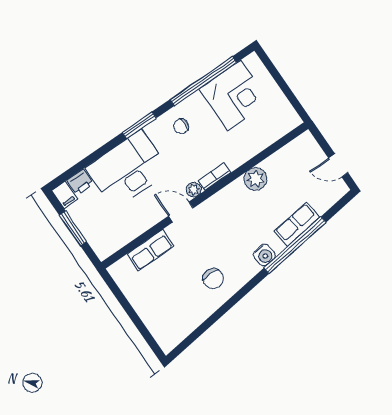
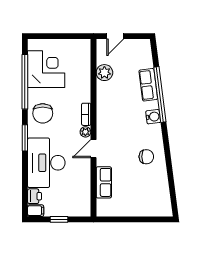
chair: (181, 126) -> (43, 113), width x1.87, depth x1.87
door: (338, 165) -> (115, 36), moved
plant: (255, 179) -> (104, 73), moved
window: (73, 228) -> (59, 219), width x0.67

